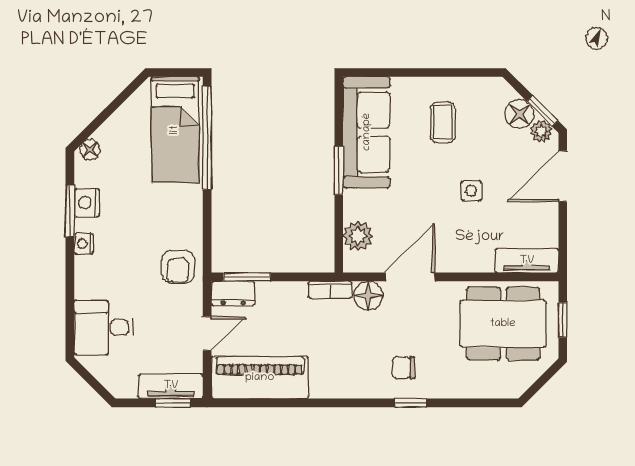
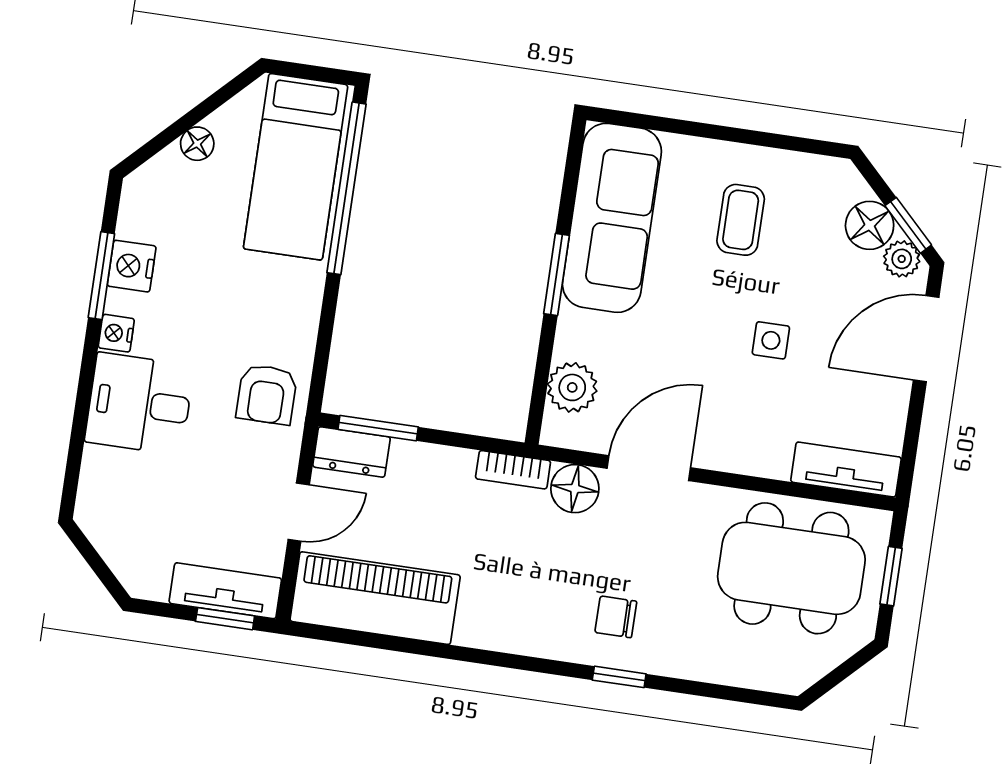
floor lamp: (90, 150) -> (197, 144), moved
desk: (104, 328) -> (139, 404), moved

